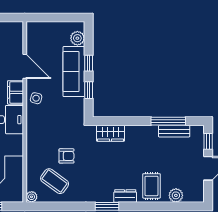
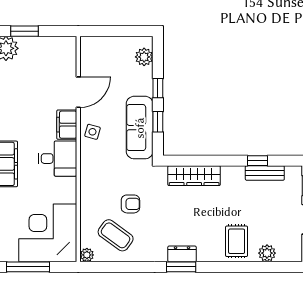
door: (25, 66) -> (78, 92), hinge flipped
sofa: (74, 72) -> (140, 128), moved
window: (168, 121) -> (257, 161), width x0.46
wardrobe: (110, 133) -> (194, 176), width x1.50
dresser: (125, 196) -> (182, 254), moved

